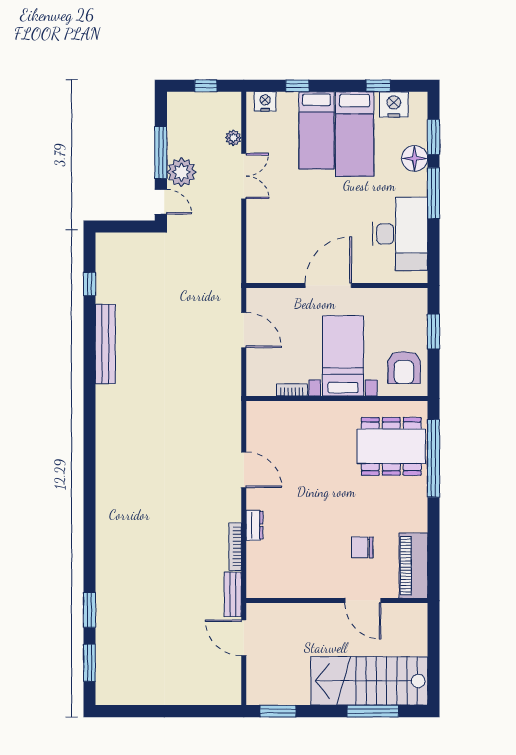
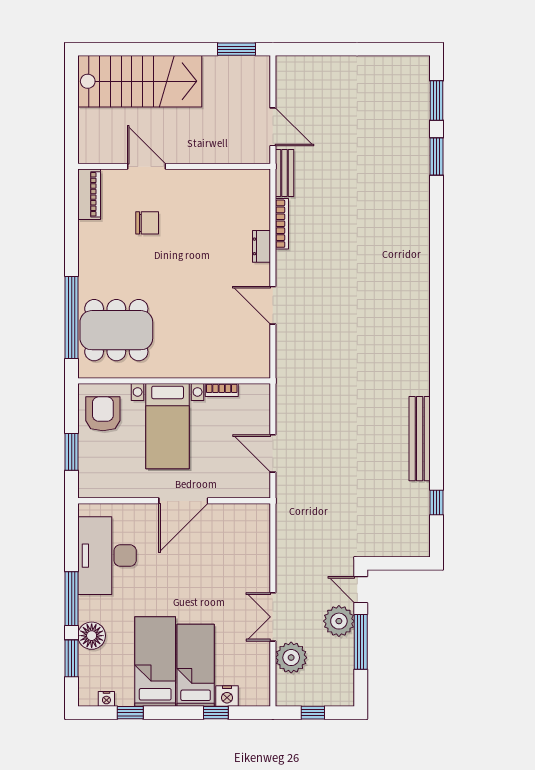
nightstand: (265, 101) -> (227, 696), moved
nightstand: (394, 104) -> (106, 699), width x0.53, depth x0.56
plant: (233, 138) -> (291, 658), width x1.88, depth x1.88
piano: (413, 566) -> (89, 194), width x0.73, depth x0.75
window: (373, 711) -> (136, 49), removed

